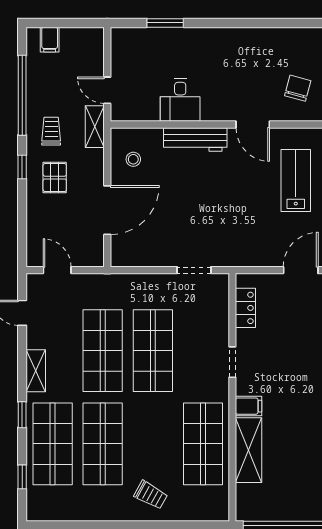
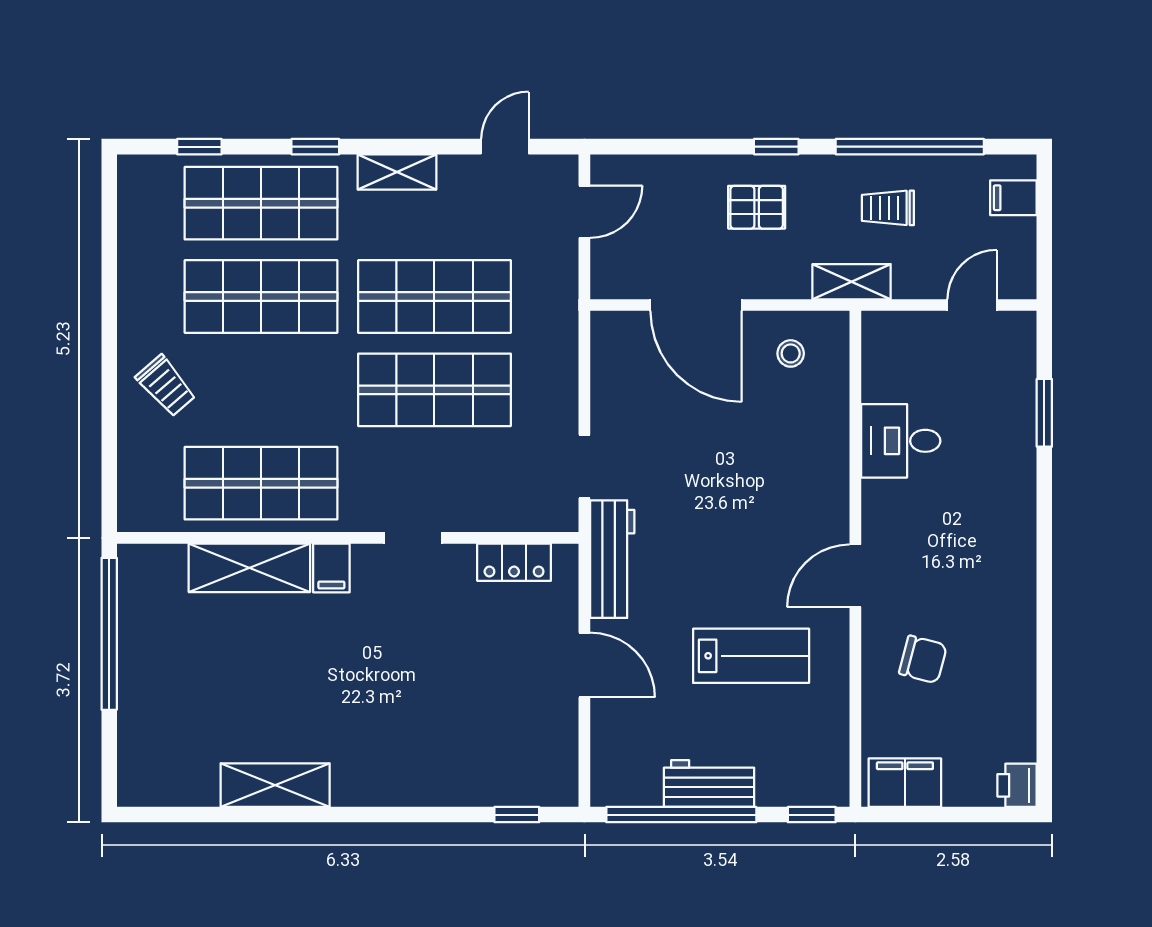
door: (107, 90) -> (972, 305), moved
trolley: (51, 131) -> (888, 208), moved, turned 180
workbench: (195, 139) -> (612, 559), moved, turned 180
trolley: (151, 495) -> (166, 386), turned -70

